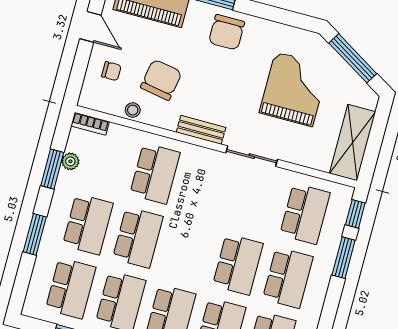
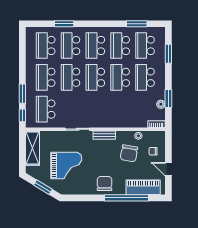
window: (353, 58) -> (43, 187), width x0.69
grand piano: (294, 89) -> (66, 165), turned -90
school desk: (155, 174) -> (95, 77), moved
window: (35, 234) -> (168, 54), moved

